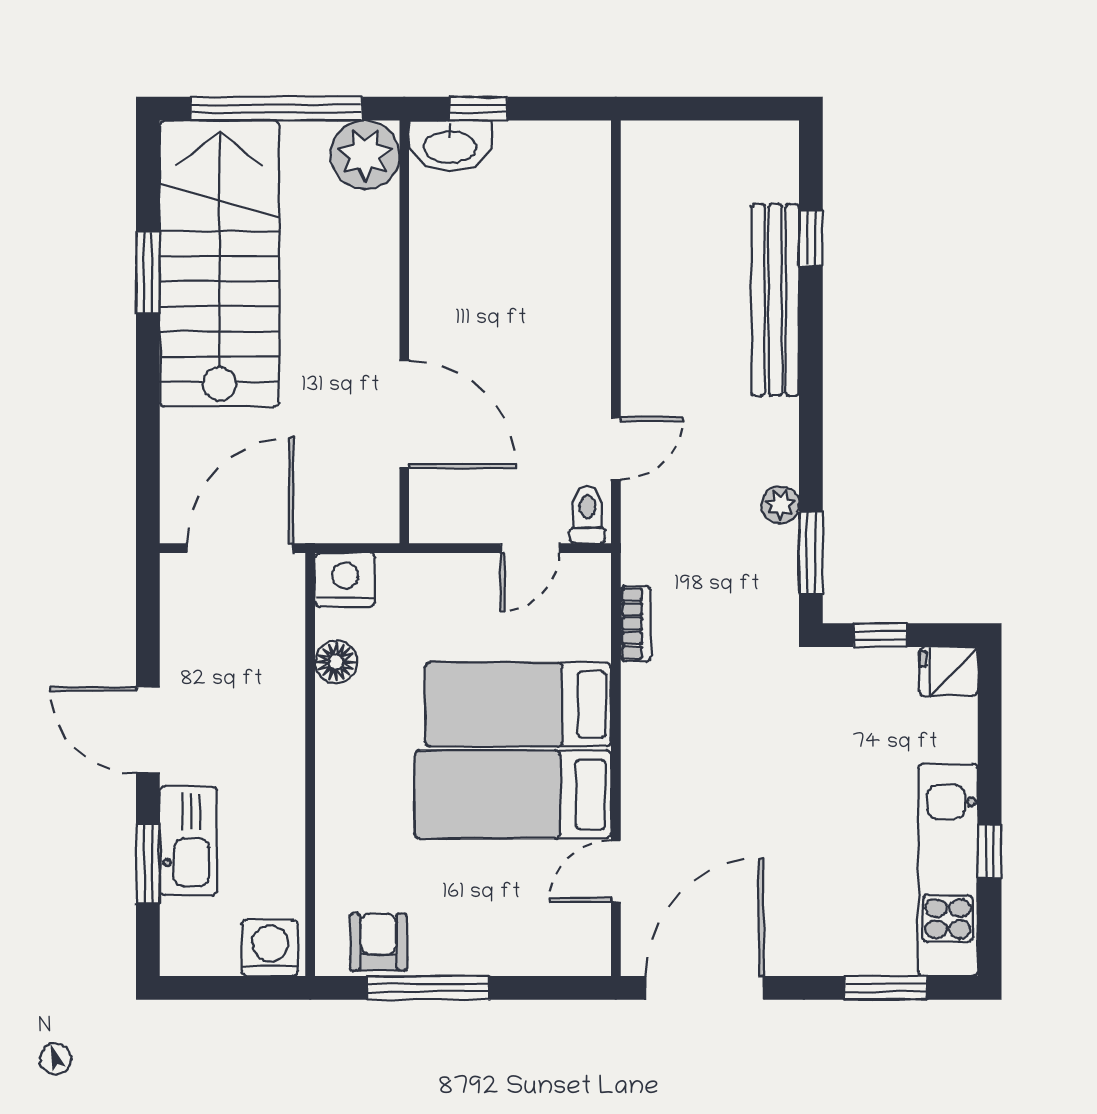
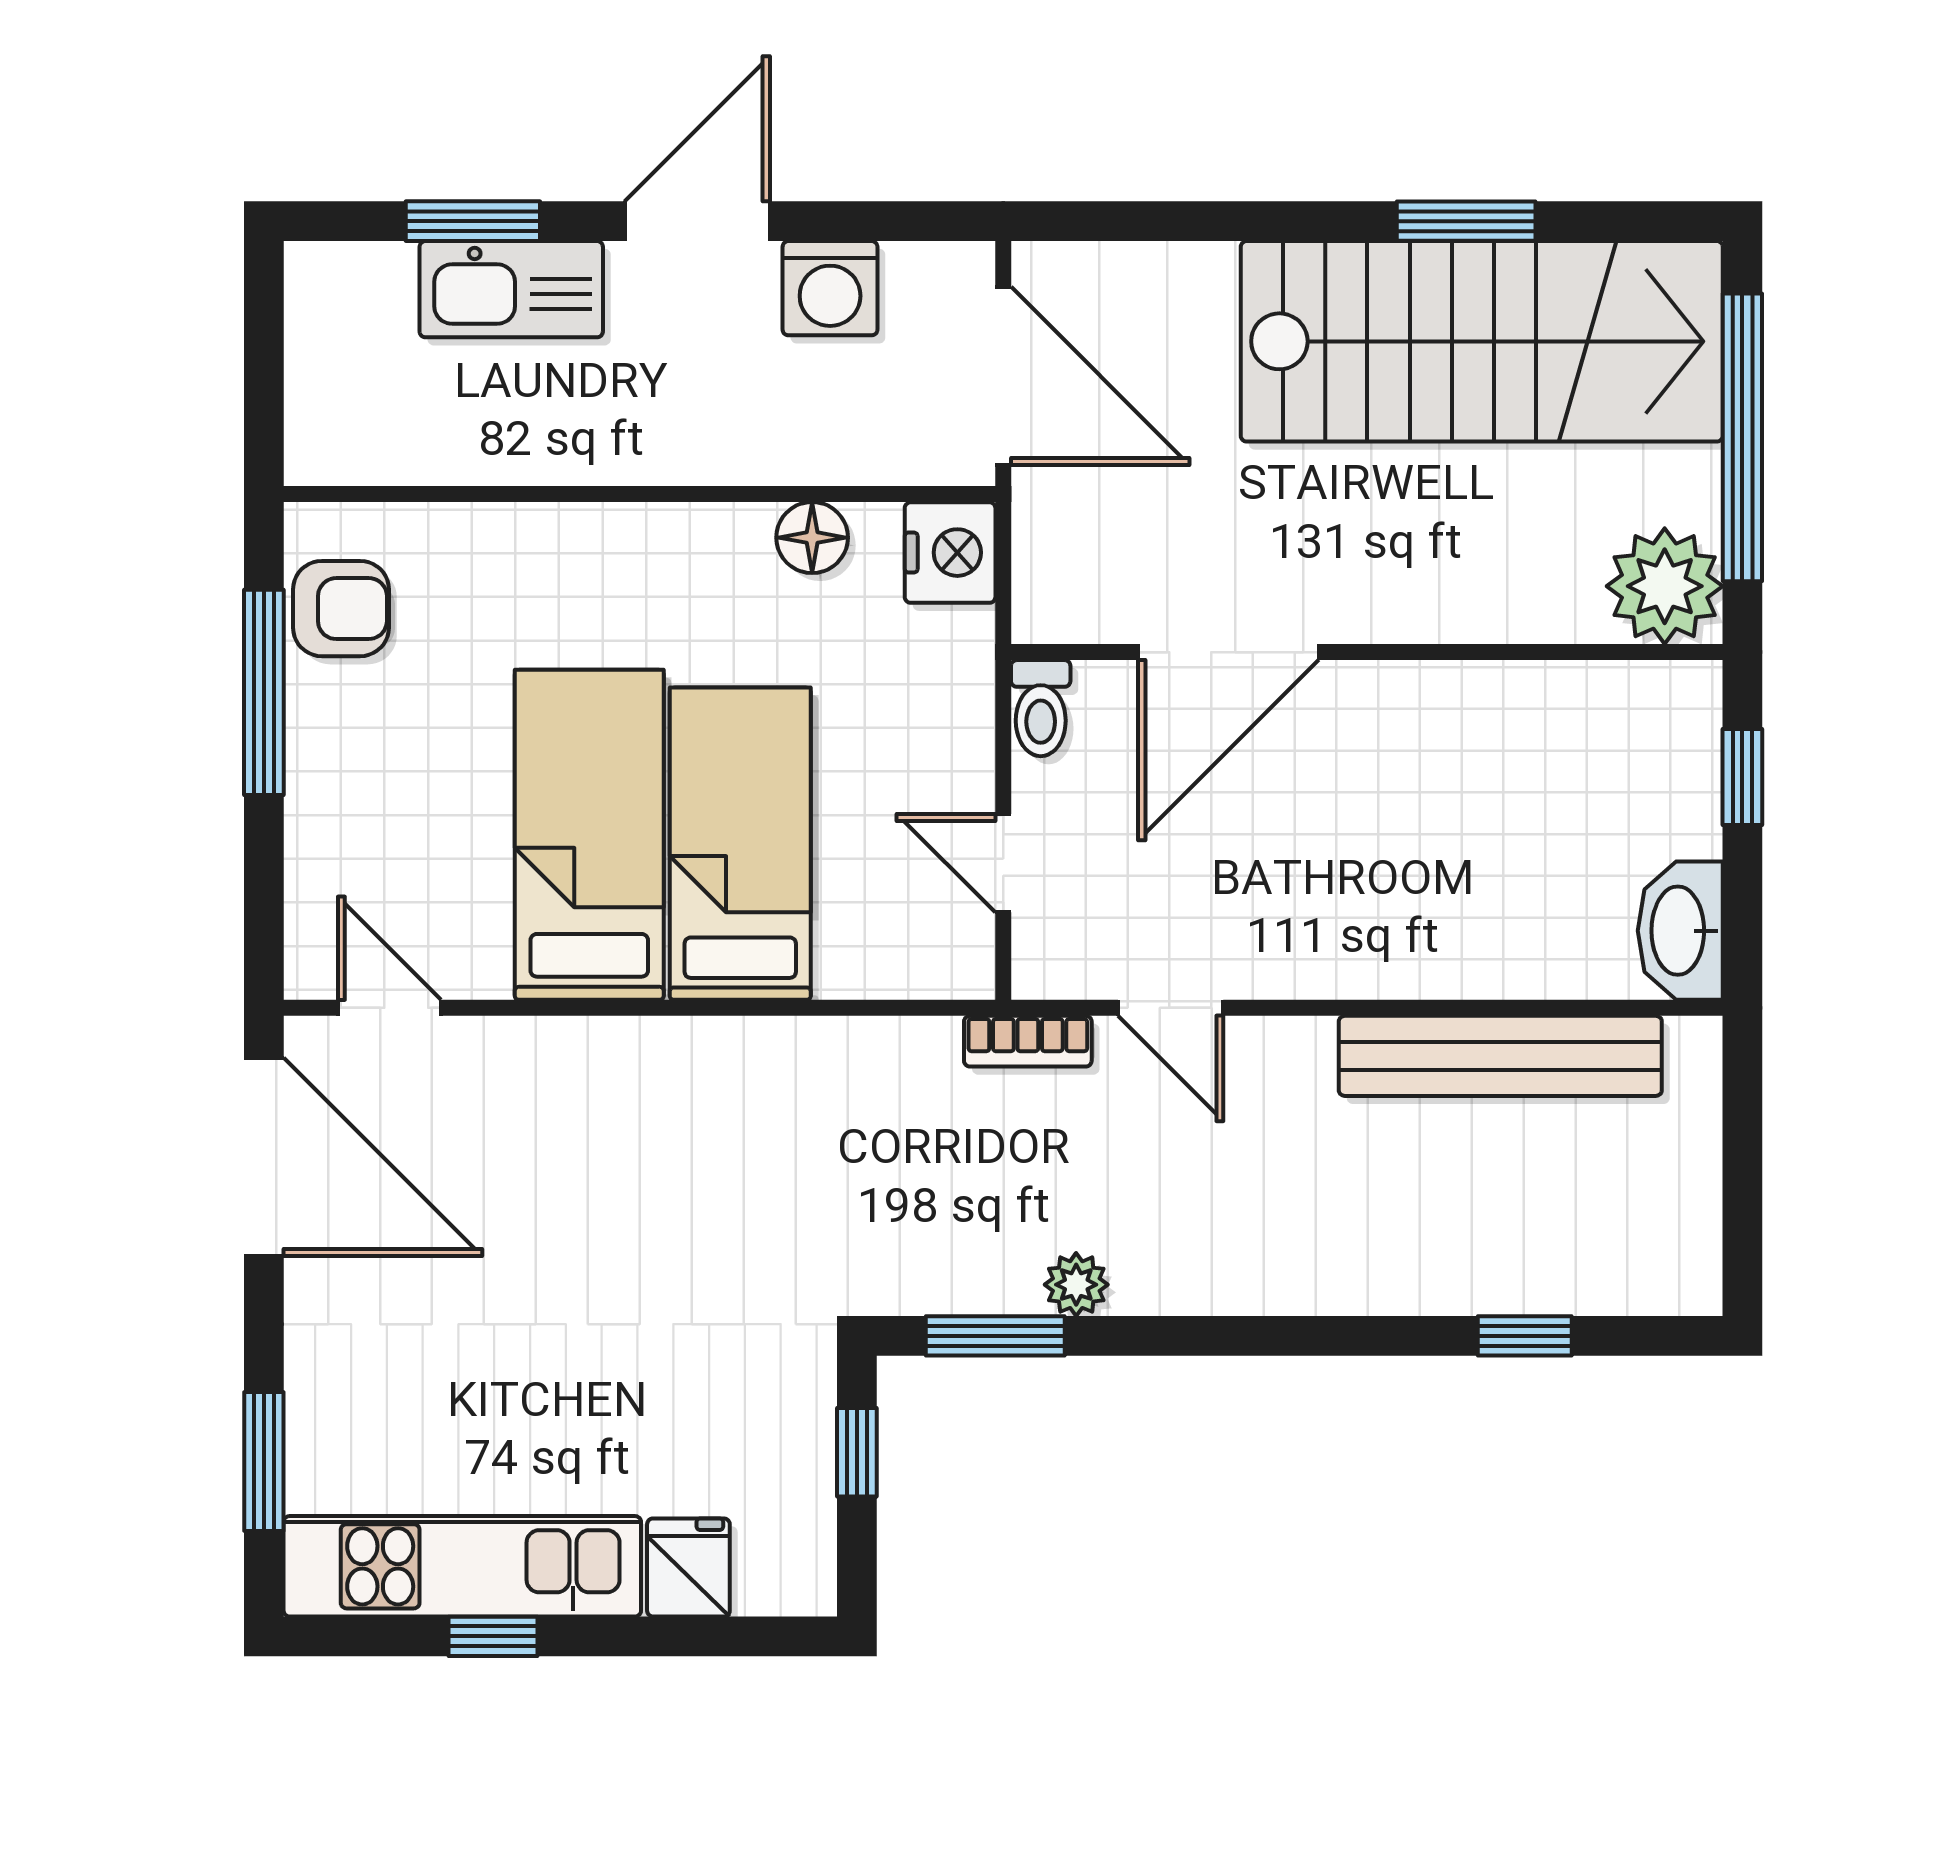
washbasin: (450, 145) -> (1680, 931), moved
bench: (775, 300) -> (1500, 1056), moved
toilet: (588, 515) -> (1041, 708), moved, turned 90
bookcase: (636, 624) -> (1028, 1041), moved
fridge: (949, 671) -> (688, 1567), moved
door: (616, 871) -> (390, 1008), moved
washing machine: (270, 948) -> (830, 288), moved, turned 90

